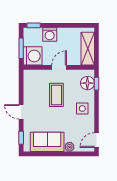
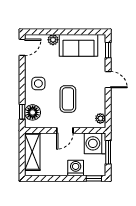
plant: (28, 78) -> (100, 118), added

